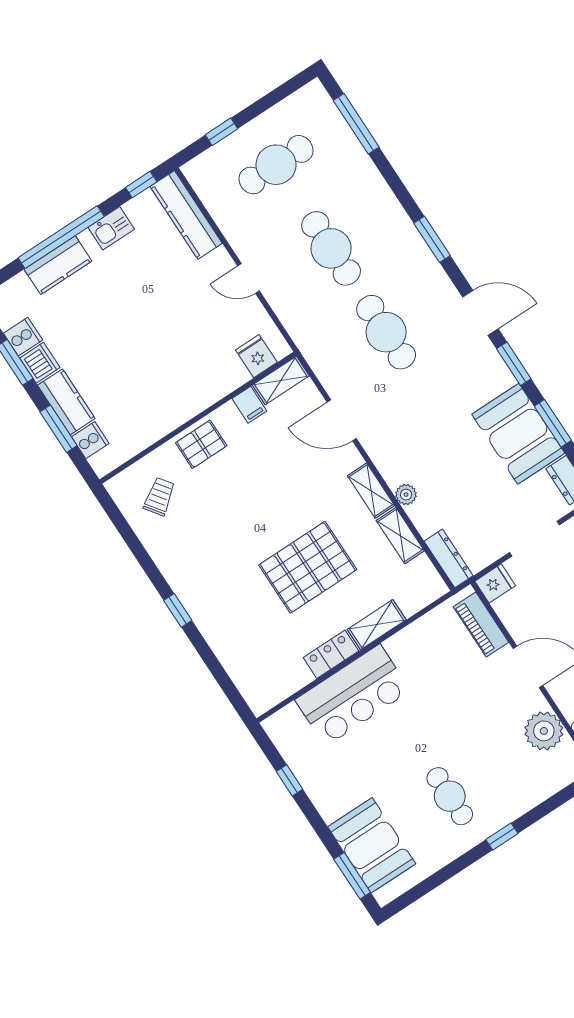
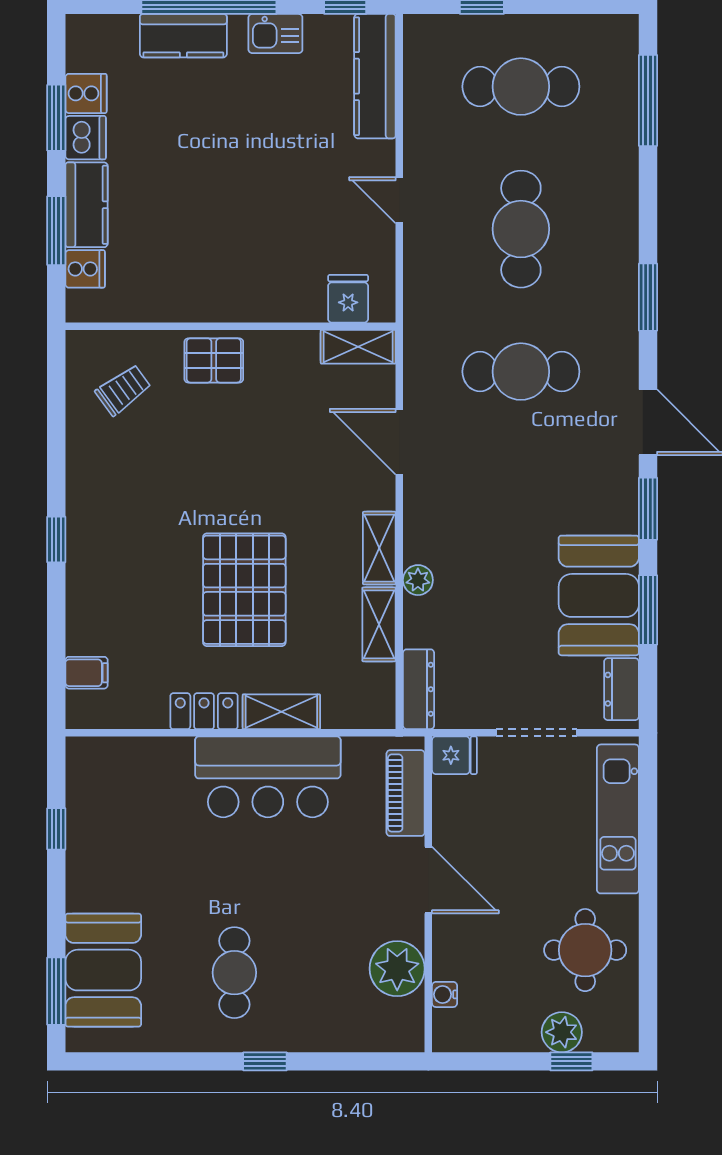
cafe table: (386, 332) -> (521, 372), turned 90
filing cabinet: (249, 405) -> (87, 673), moved, turned -90
pallet: (308, 567) -> (244, 590), turned 90
bar counter: (353, 695) -> (268, 777), moved

